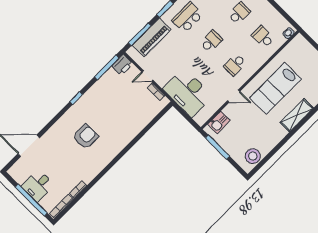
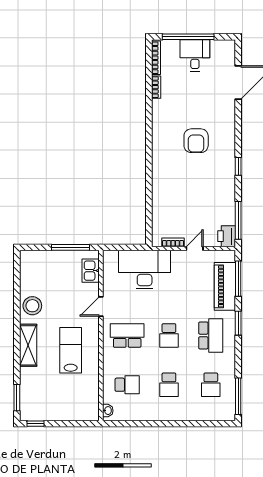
school desk: (235, 65) -> (127, 335), width x1.85
lab bench: (275, 88) -> (71, 350), width x0.73, depth x0.72
stool: (253, 156) -> (32, 306), moved

